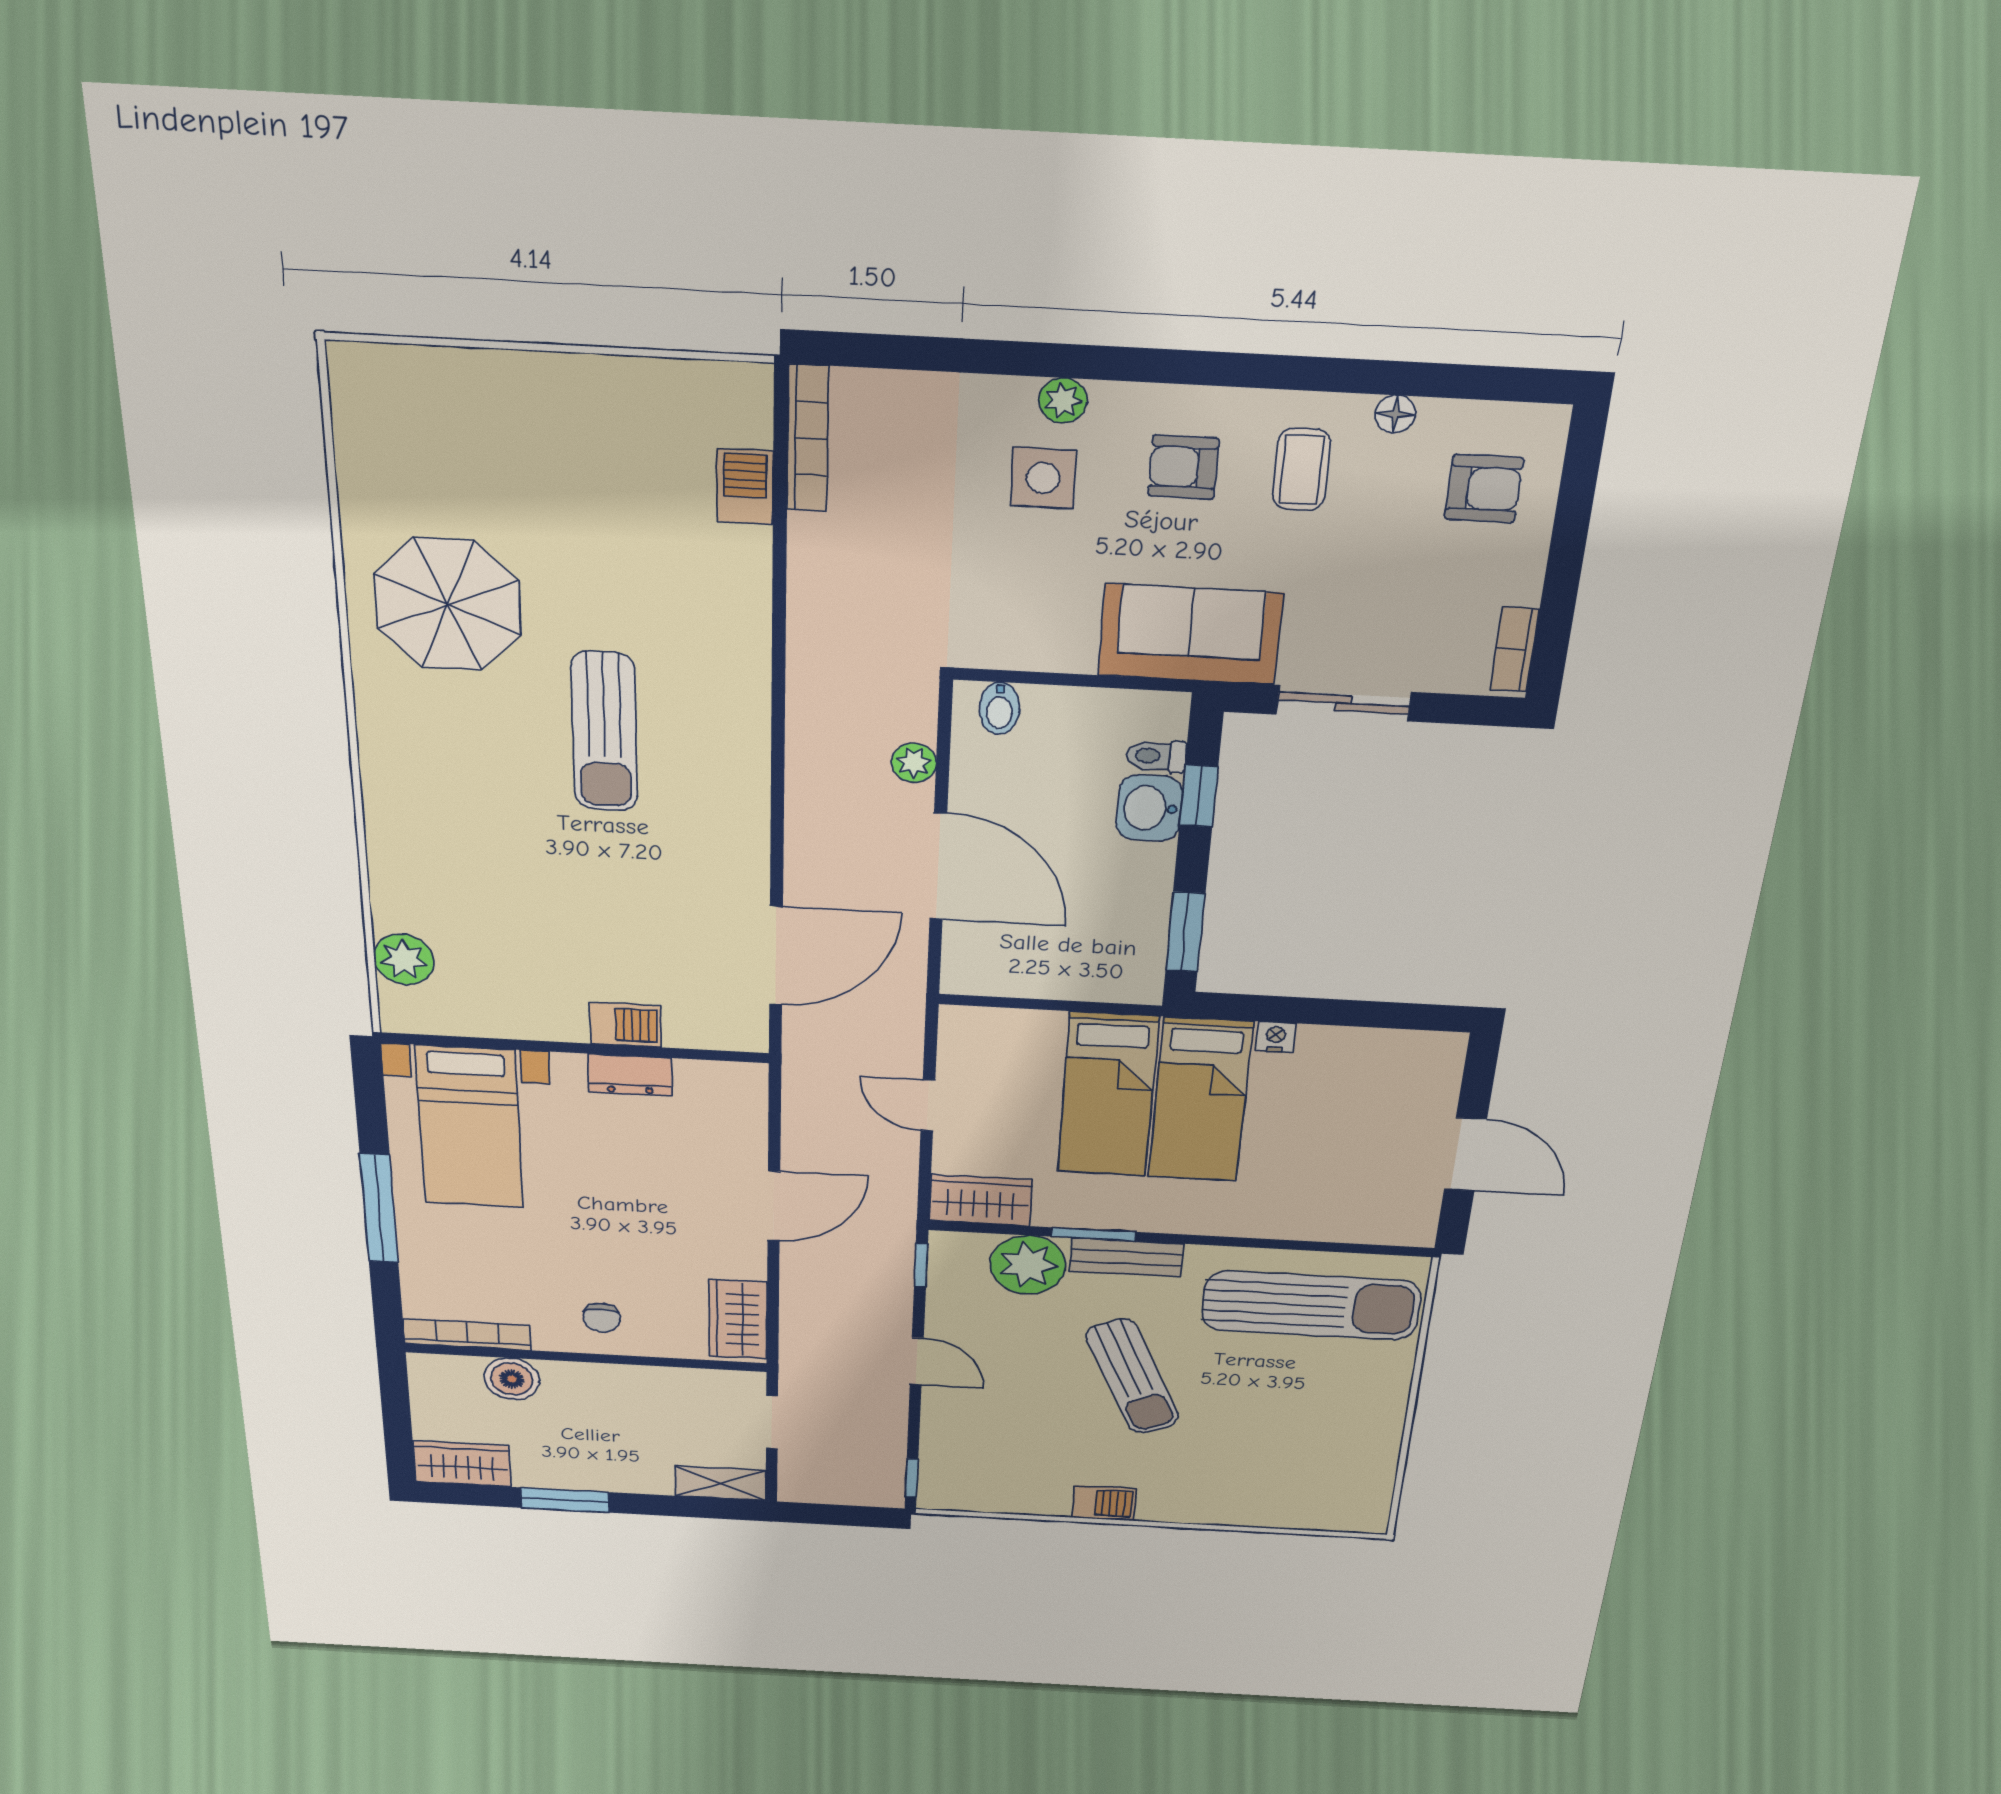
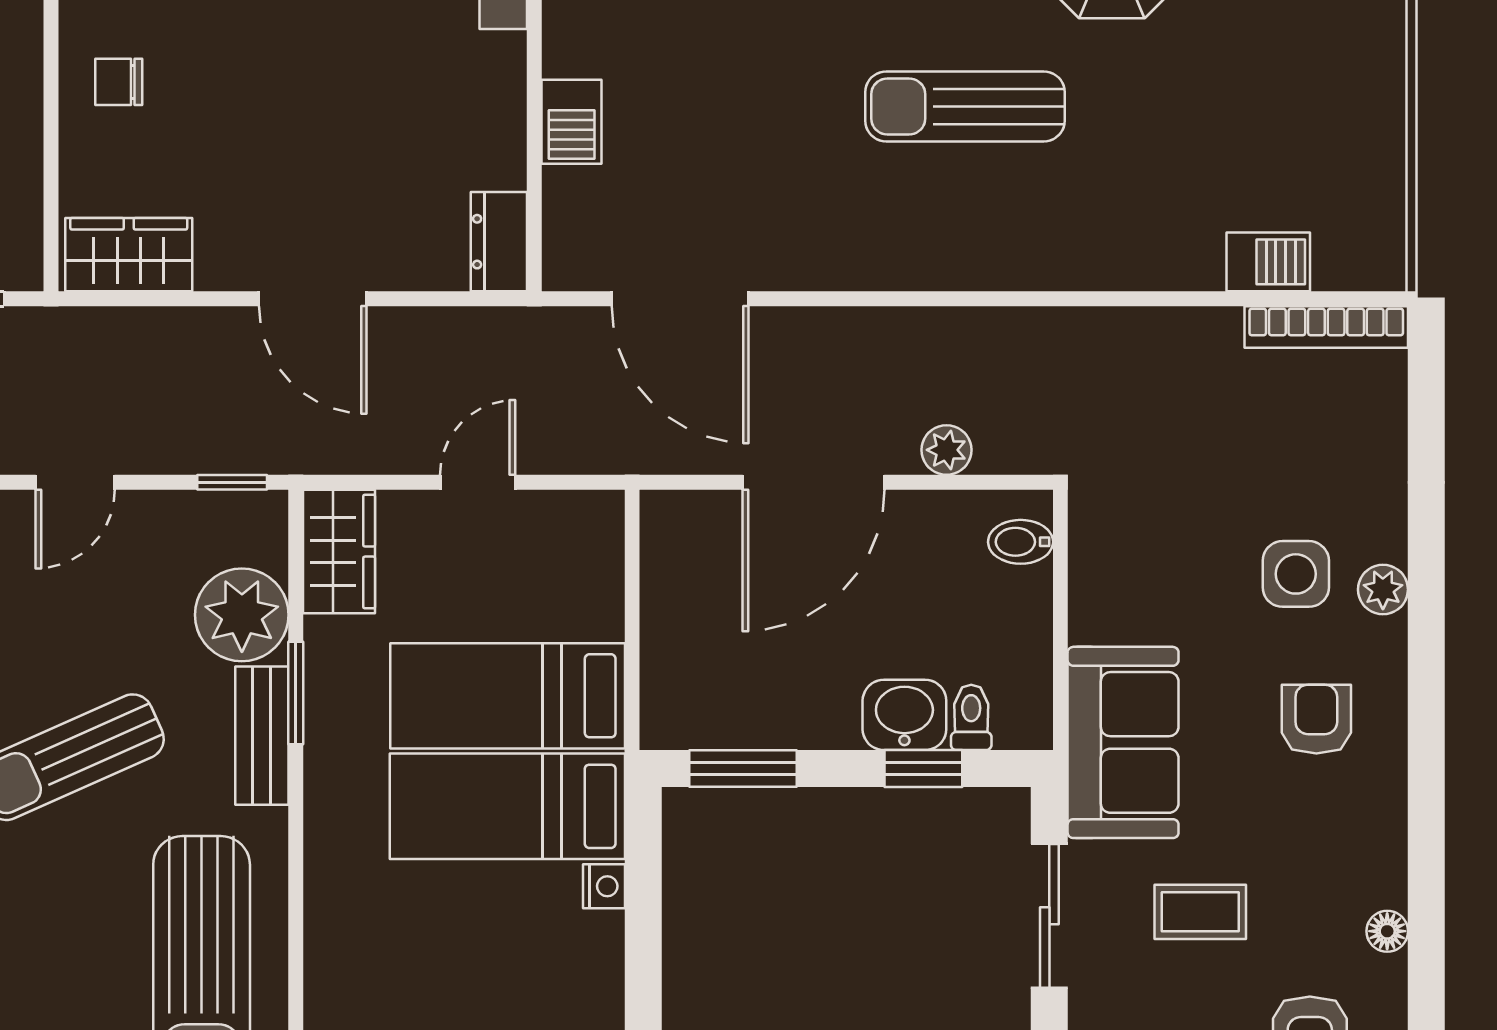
coffee table: (1301, 469) -> (1200, 912), moved
dresser: (630, 1075) -> (499, 242), moved

